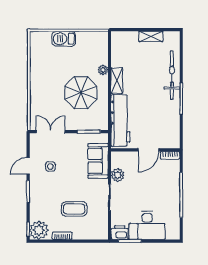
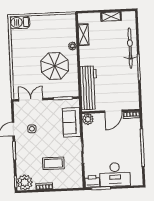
barbecue: (64, 39) -> (20, 22), moved
shelving: (117, 81) -> (83, 35), moved
plant: (118, 175) -> (88, 119), moved

